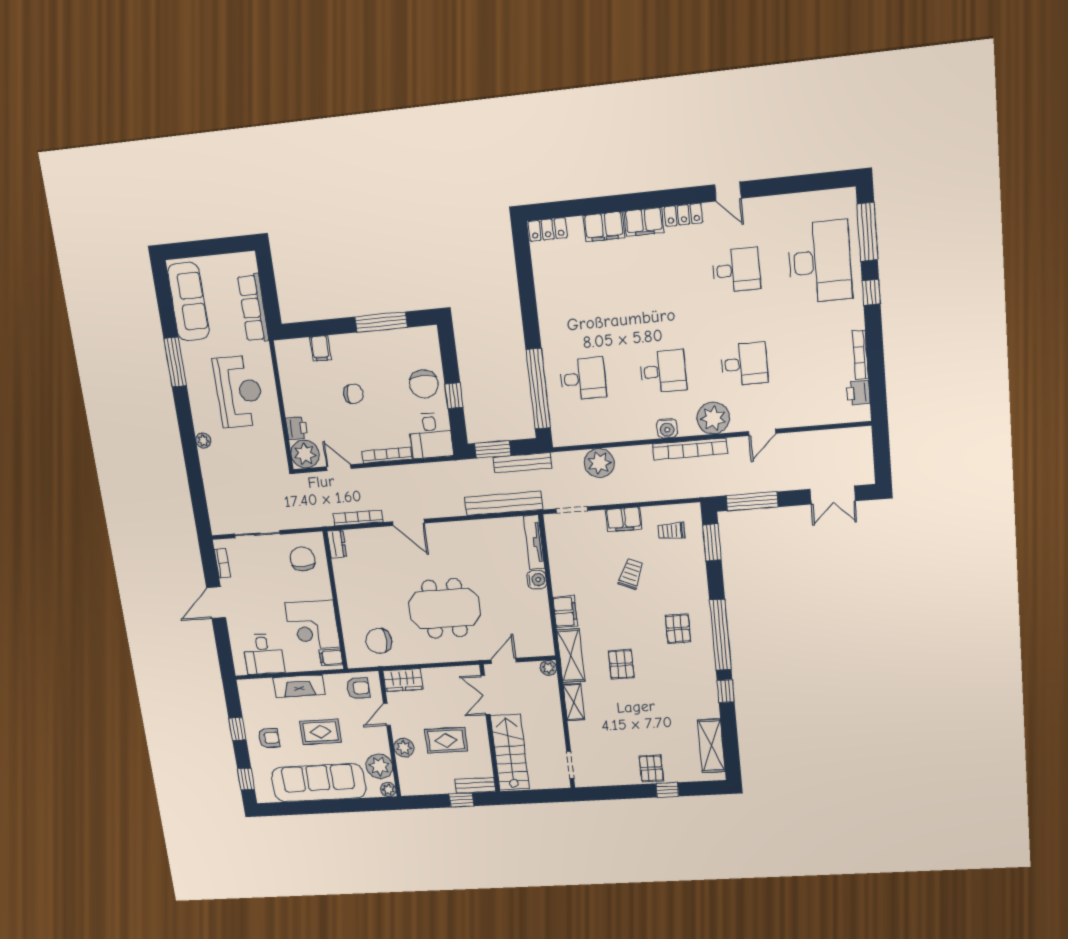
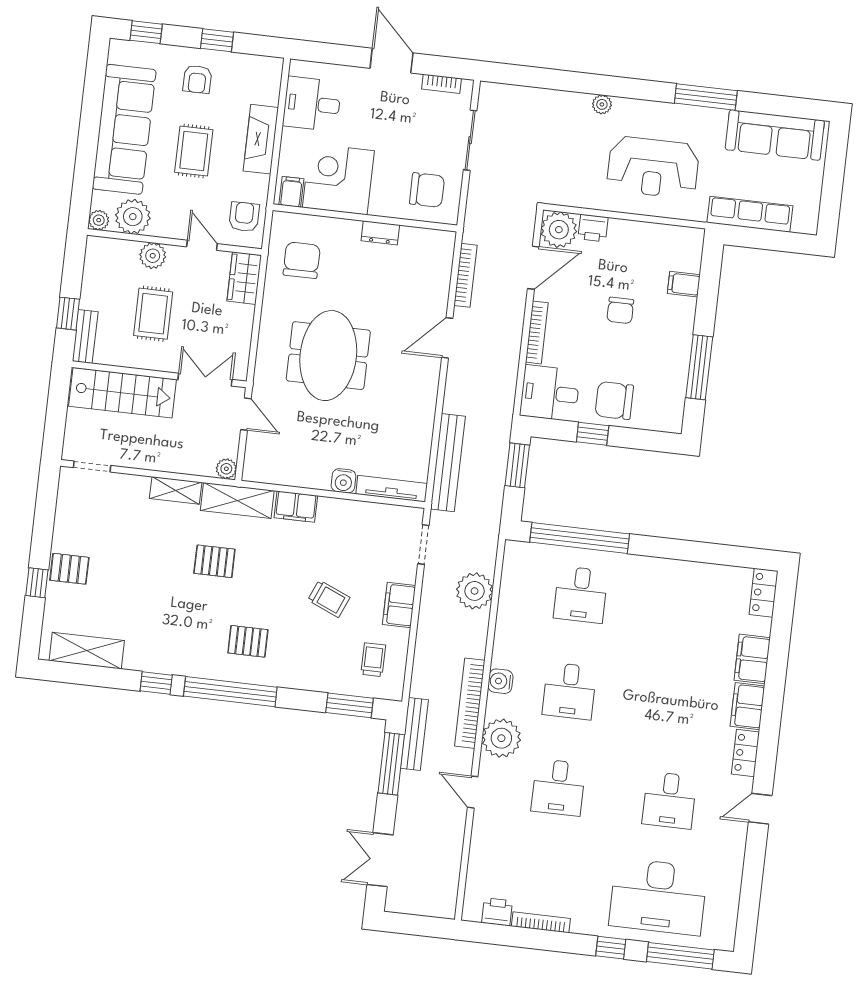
bench: (522, 463) -> (414, 734), moved
door: (339, 468) -> (533, 268), width x1.38
dresser: (337, 544) -> (380, 233), moved
armchair: (358, 688) -> (244, 217), turned 180

